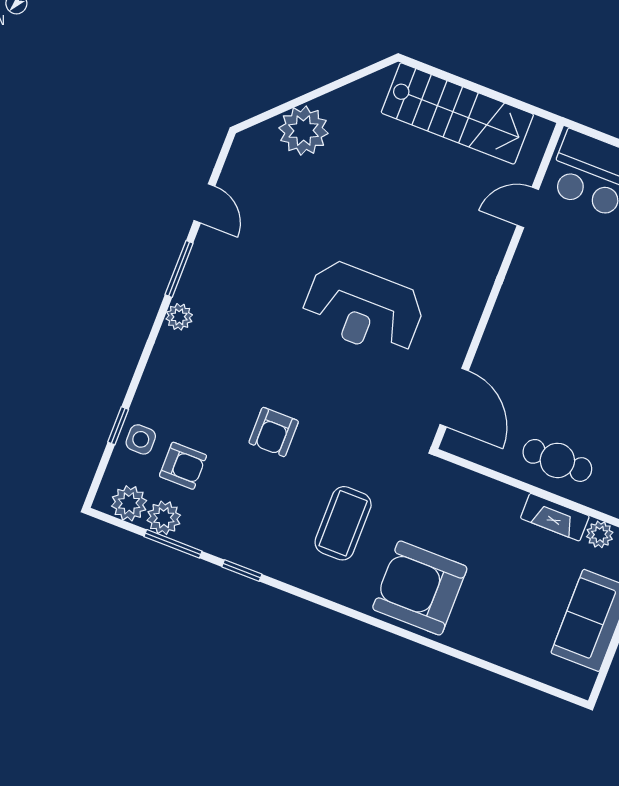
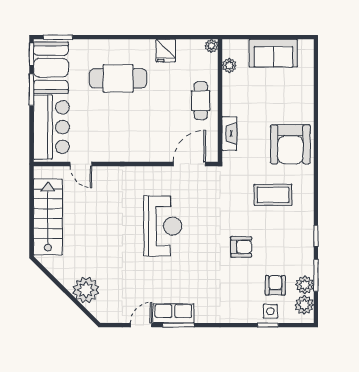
row of seats: (203, 268) -> (173, 313), added
plant: (179, 317) -> (202, 316), removed
fireplace: (555, 517) -> (229, 134), moved

